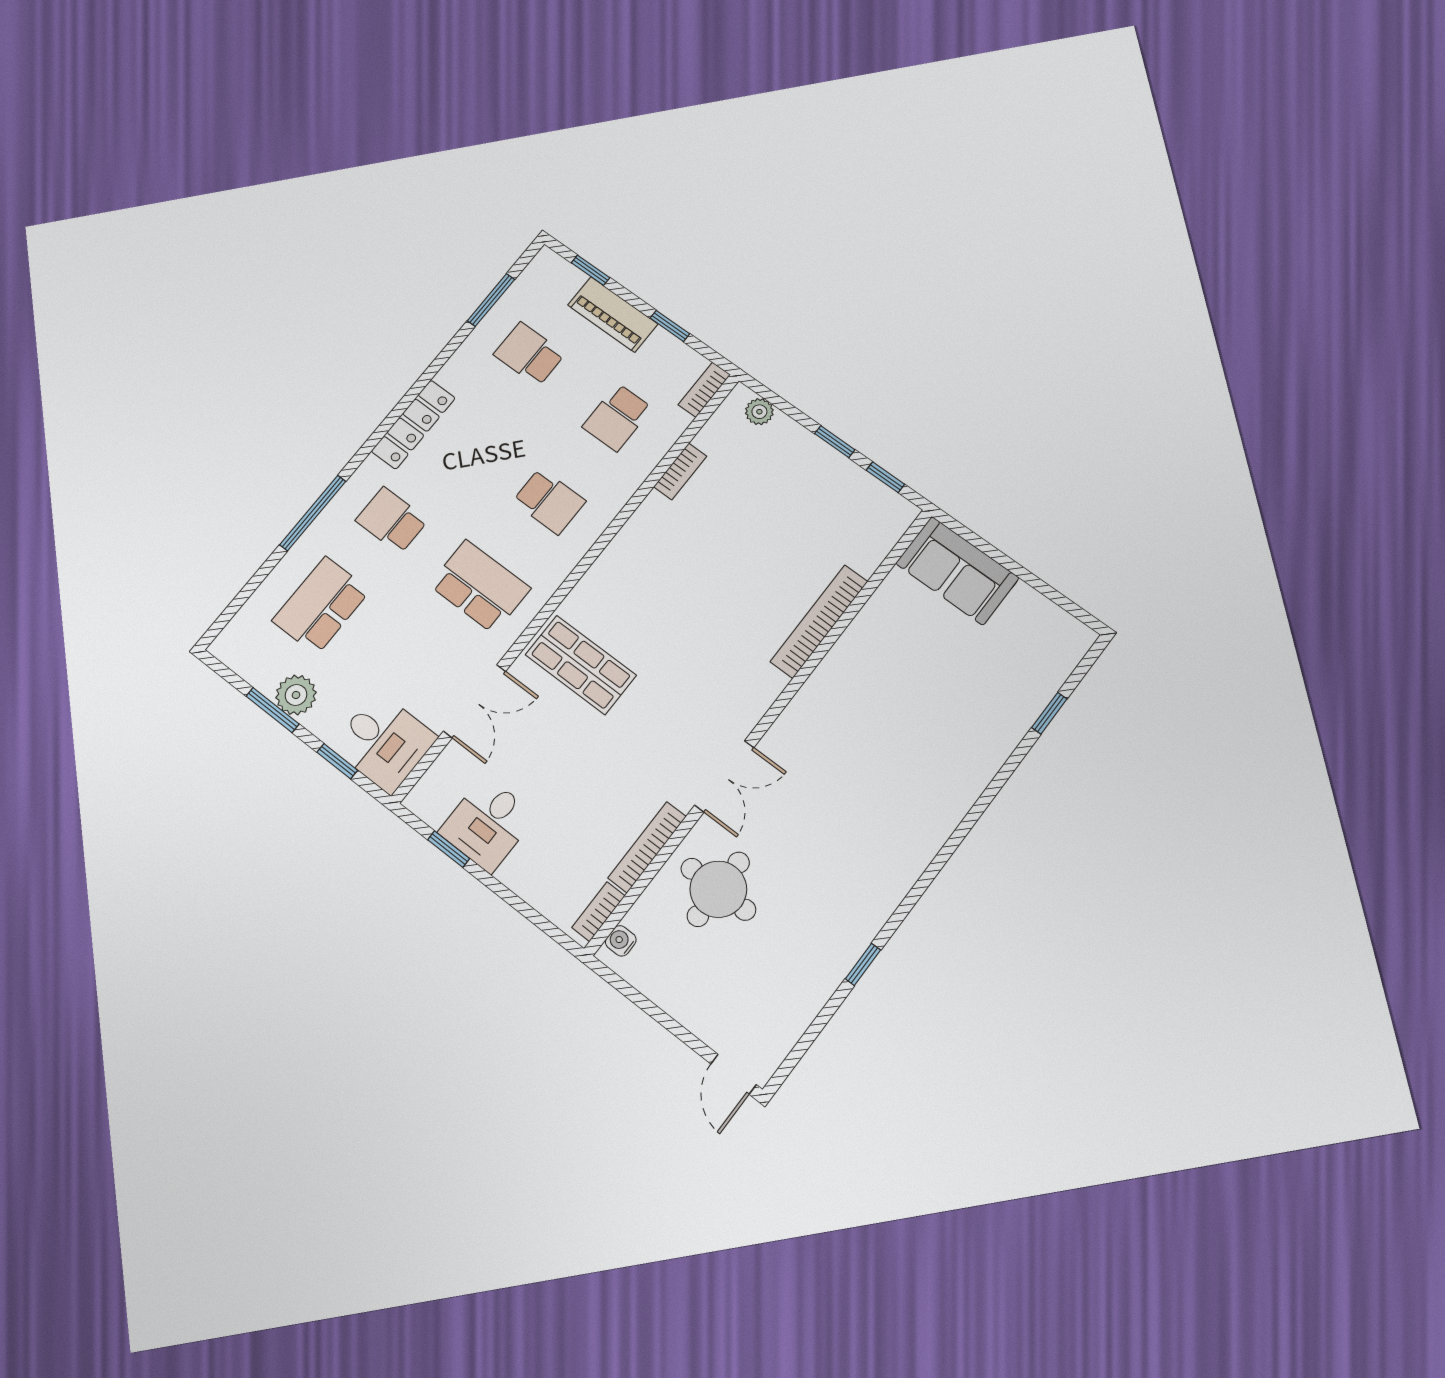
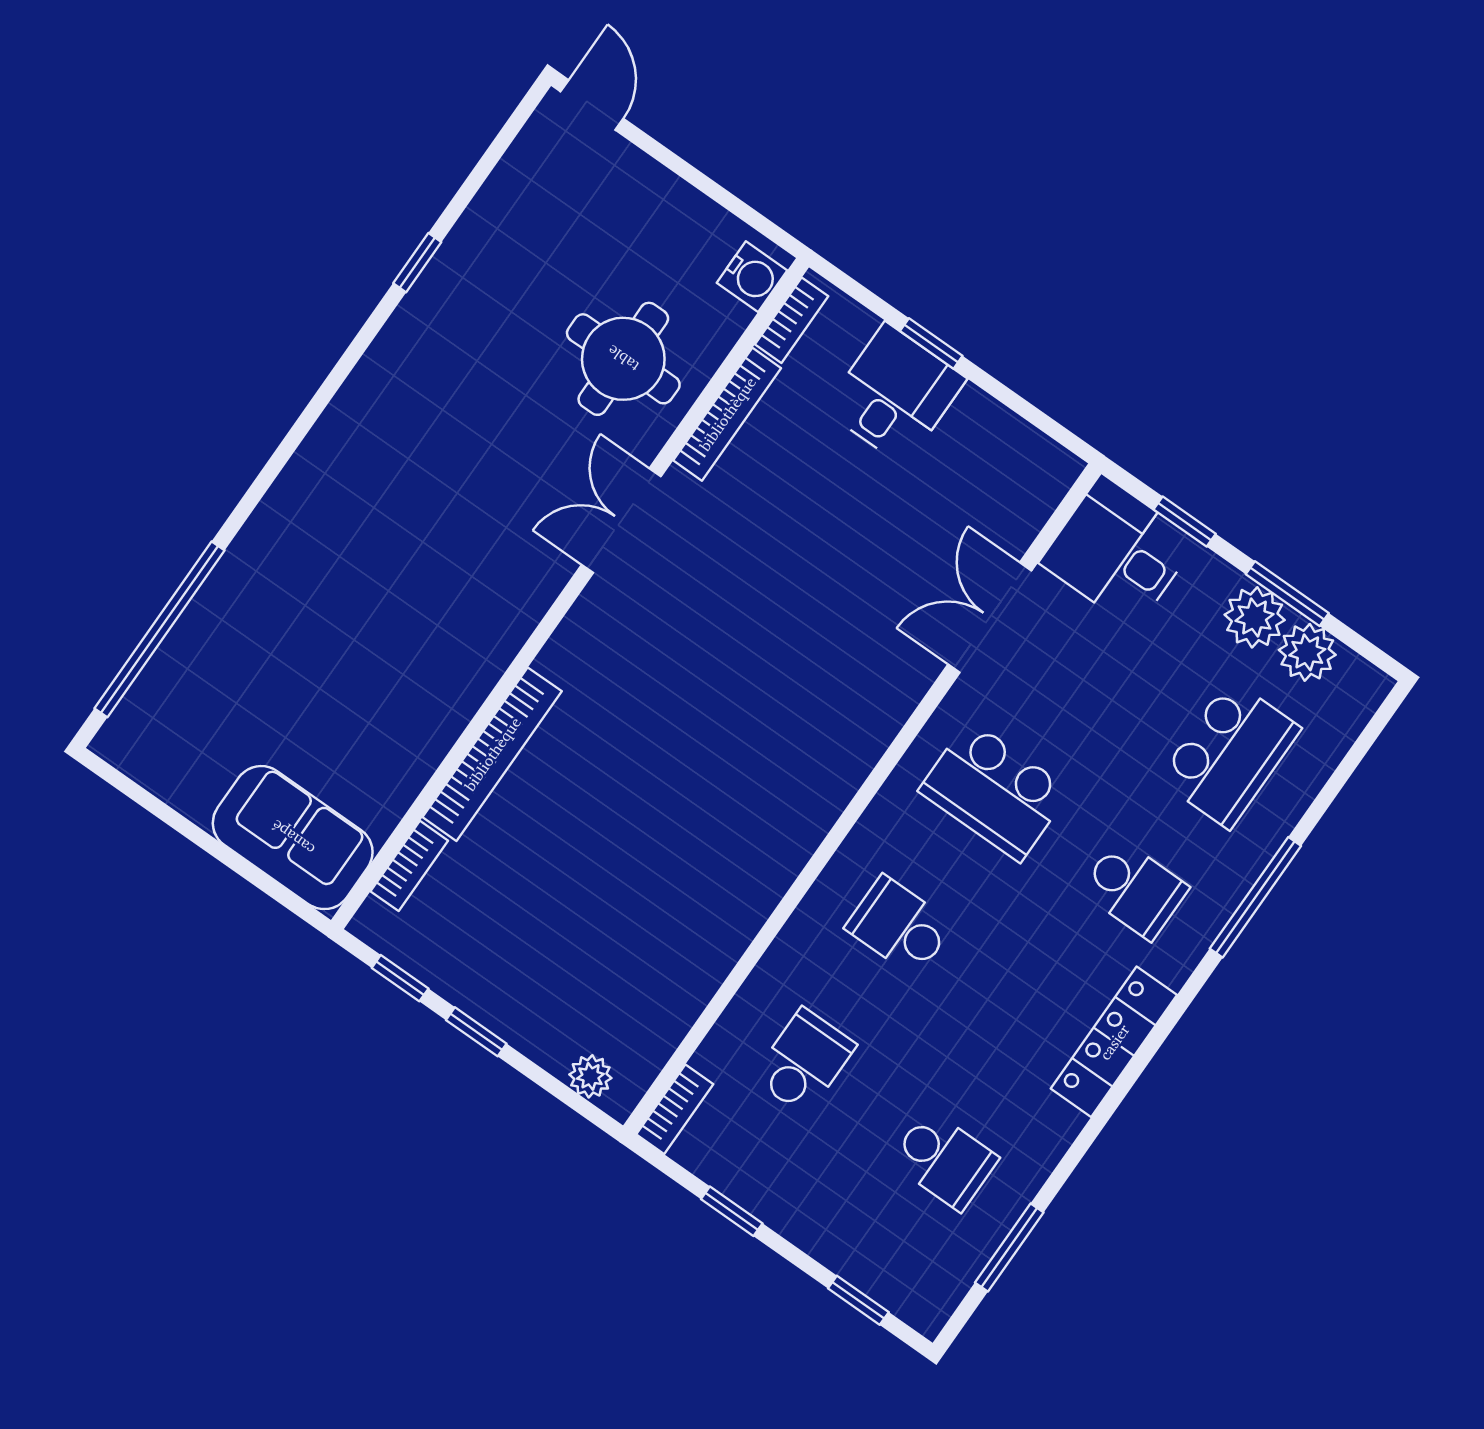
piano: (613, 314) -> (820, 1228), removed
bookcase: (680, 471) -> (409, 866), moved, turned 180
shop shelf: (581, 665) -> (837, 677), removed
plant: (263, 671) -> (1307, 652), added
window: (1049, 713) -> (159, 629), width x3.17
desk: (488, 824) -> (895, 394), moved
window: (449, 849) -> (931, 343), moved
water cooler: (621, 941) -> (752, 277), width x1.38, depth x1.38

